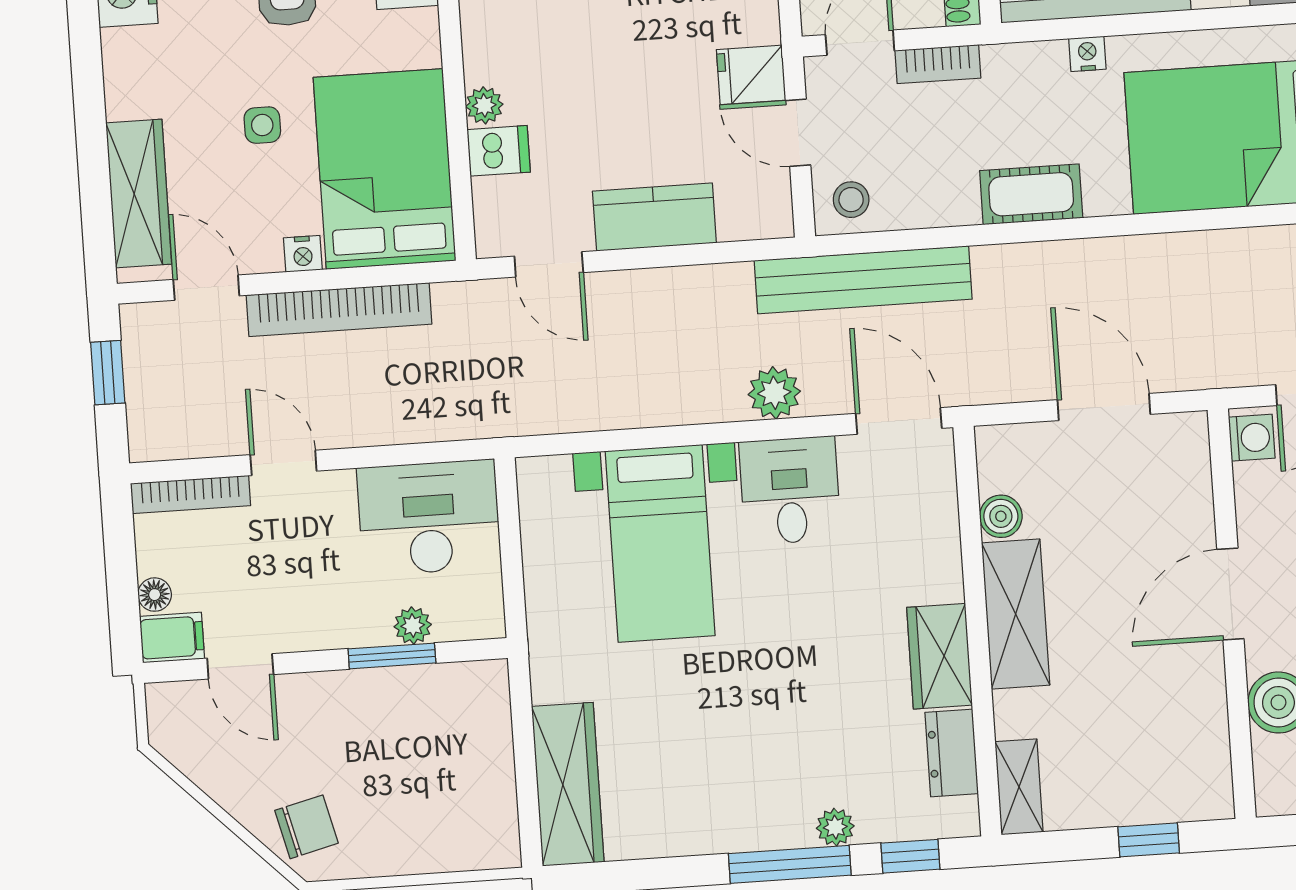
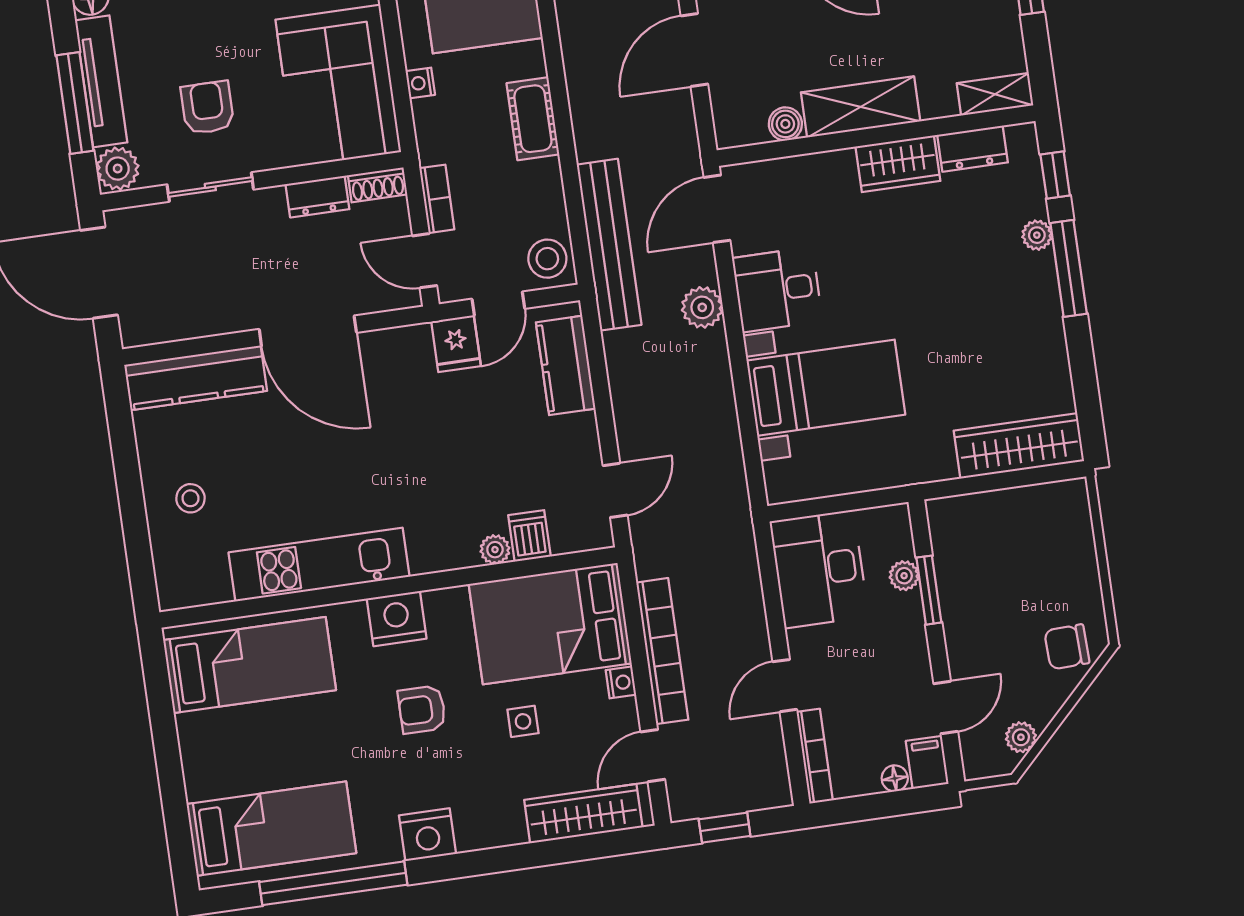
stool: (851, 200) -> (547, 259), width x1.37, depth x1.37
kitchen counter: (654, 217) -> (566, 365), moved
plant: (195, 760) -> (1021, 737), added
chair: (306, 827) -> (1067, 647), turned -78

